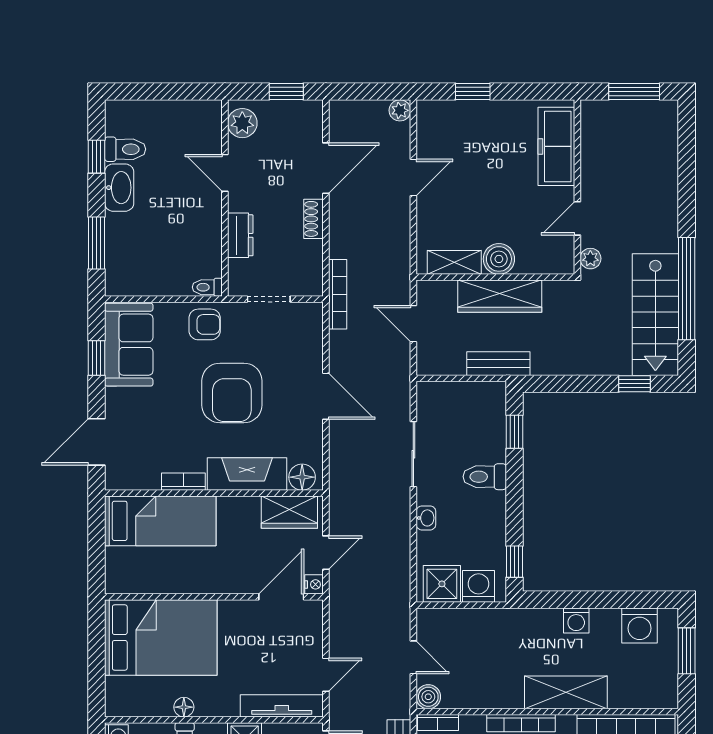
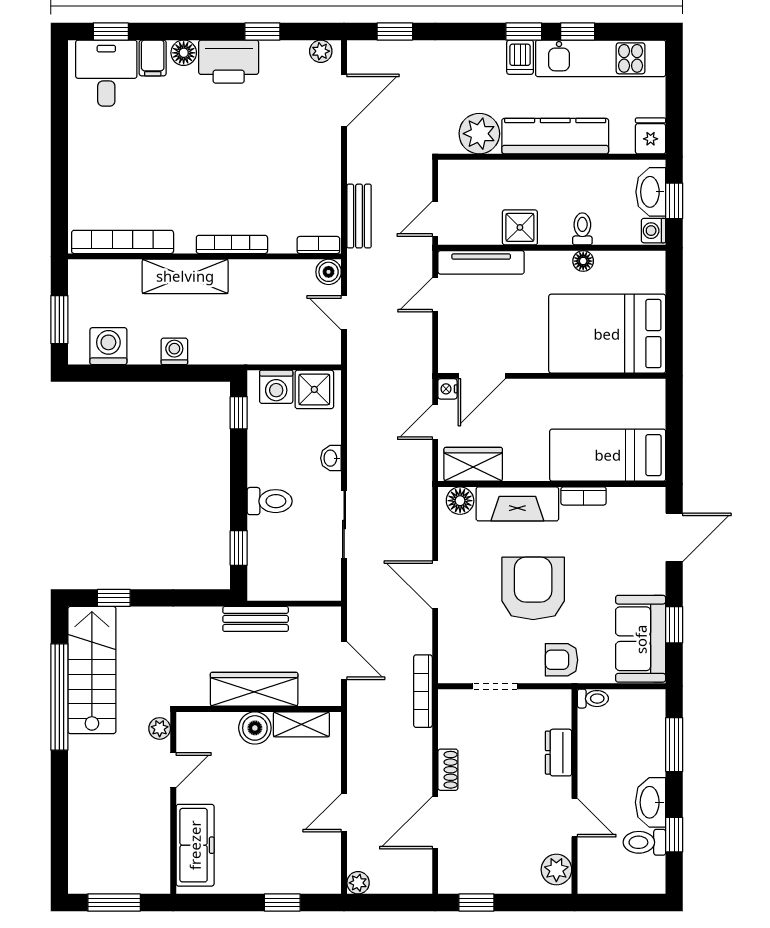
plant: (242, 123) -> (556, 870), moved
door: (225, 173) -> (575, 818), moved
wall: (225, 198) -> (575, 791), moved
dresser: (240, 235) -> (559, 753), moved
toilet: (207, 287) -> (593, 699), moved

